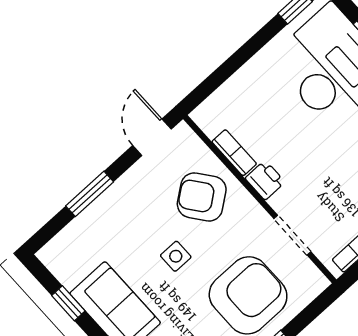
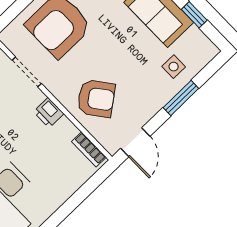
bookcase: (234, 153) -> (89, 149), moved
side table: (176, 256) -> (174, 67), moved

